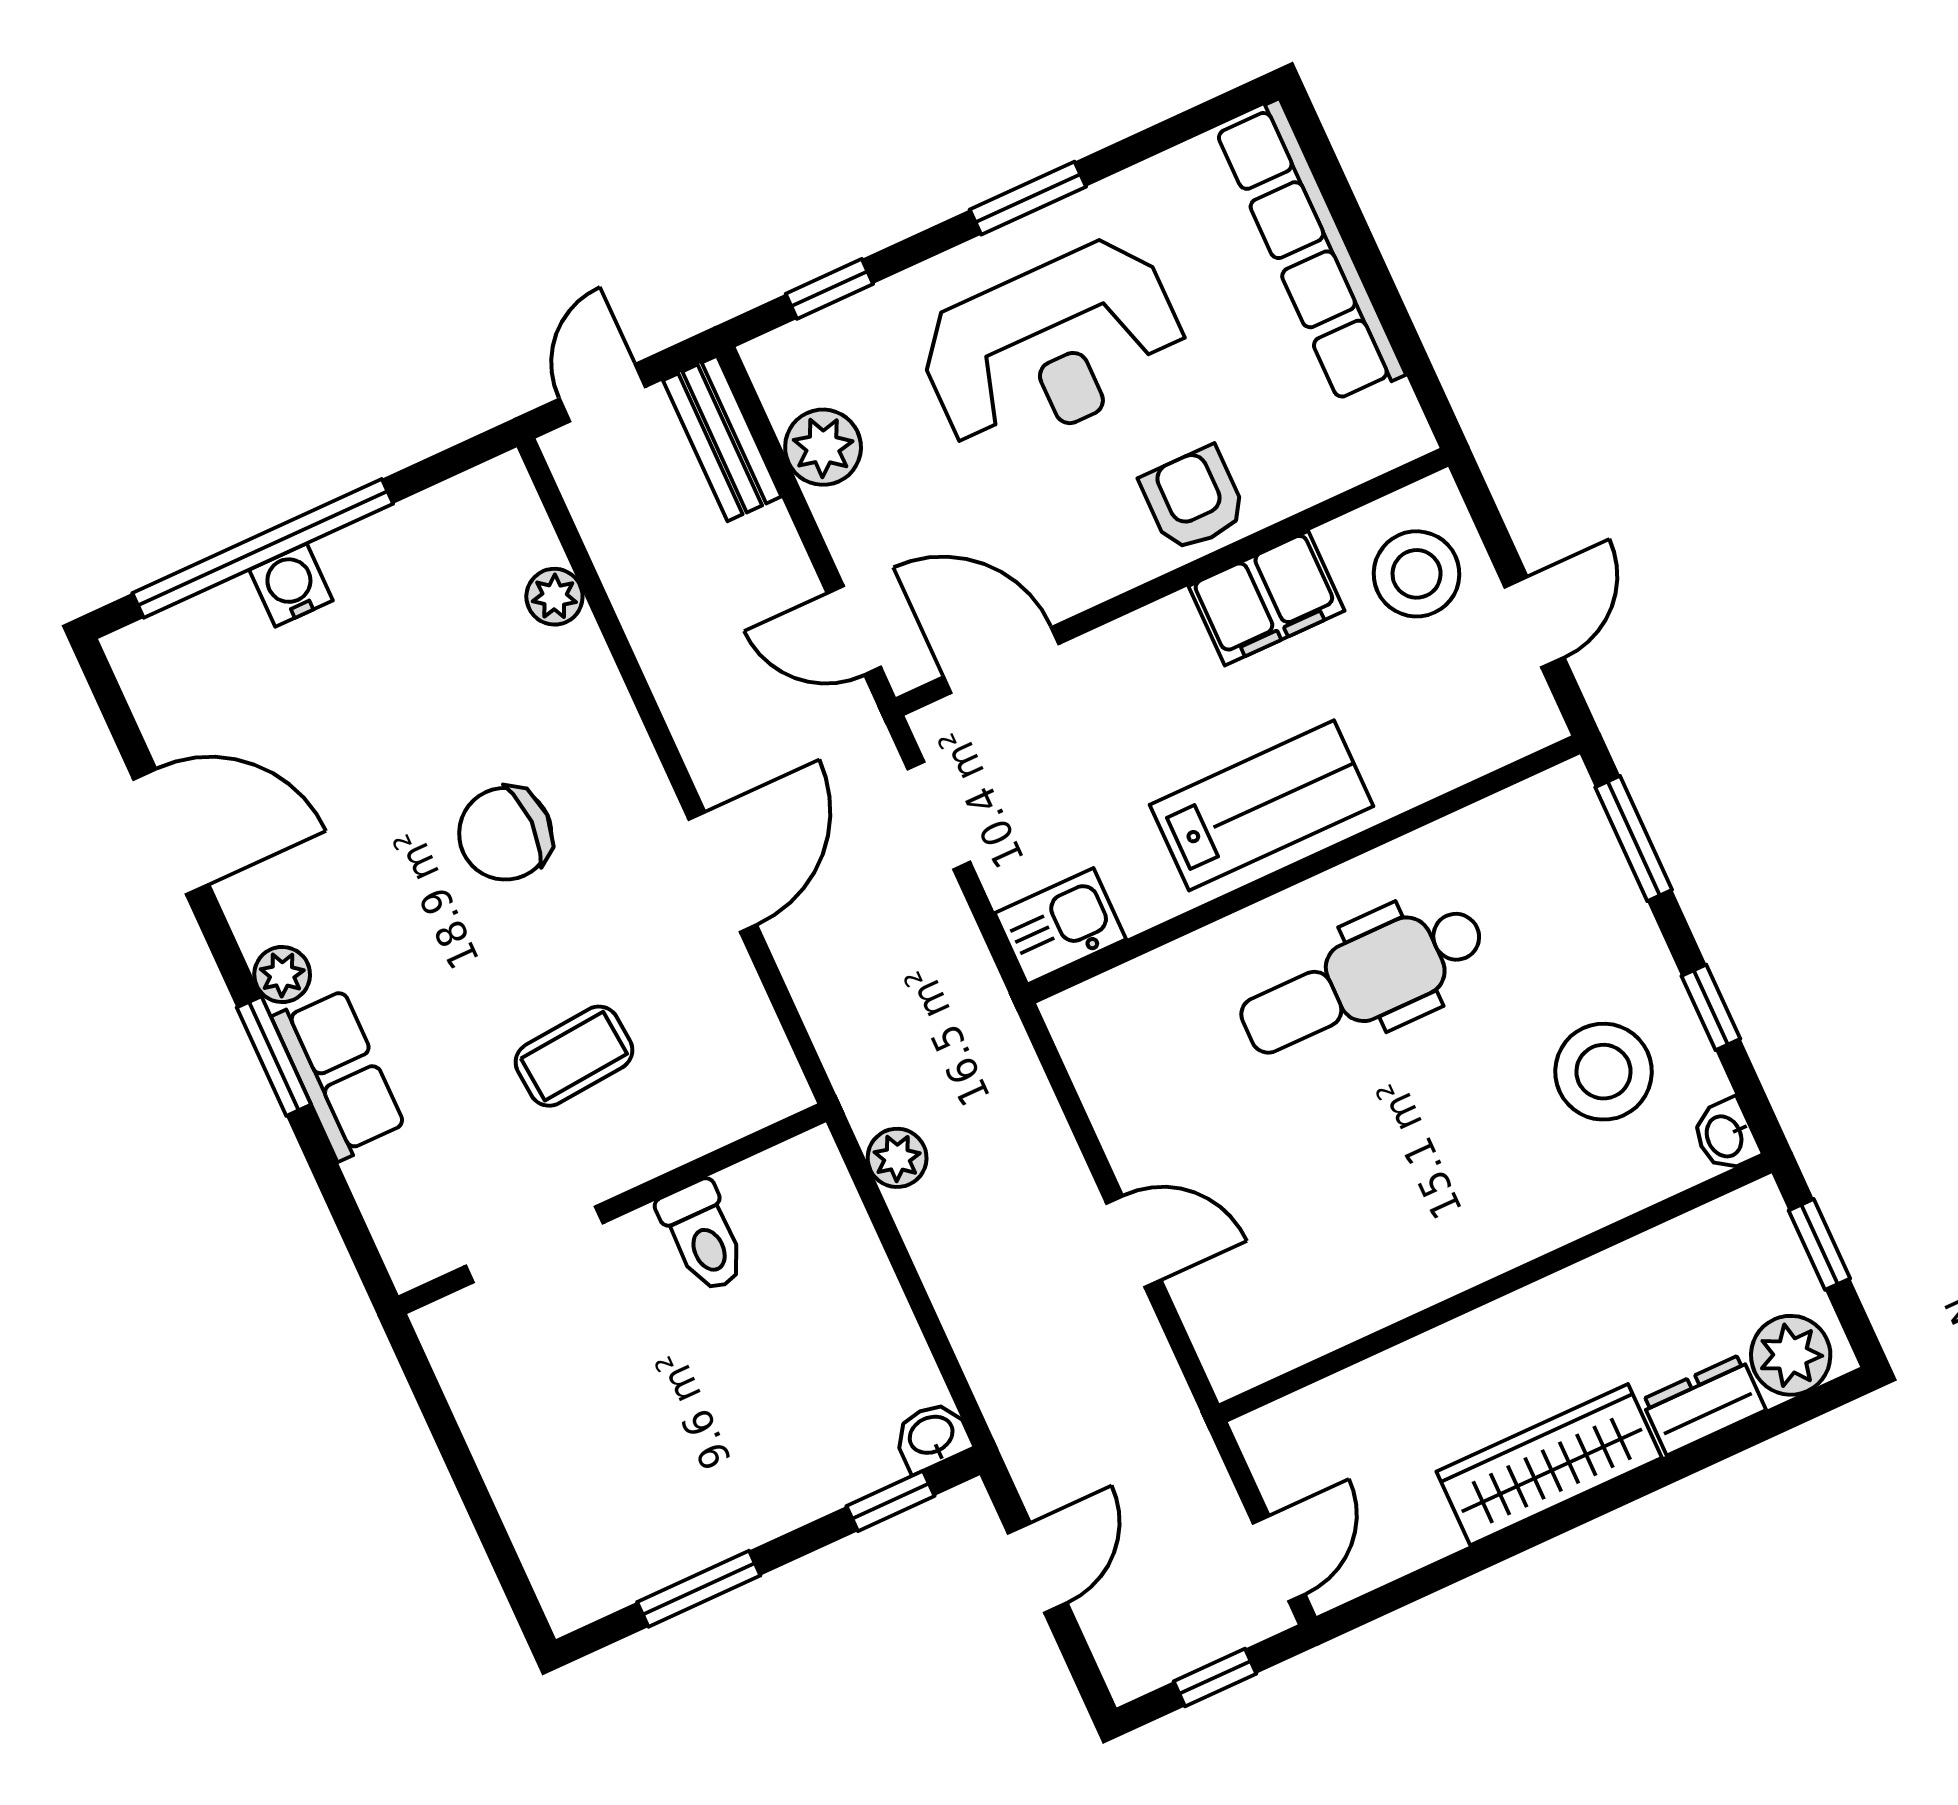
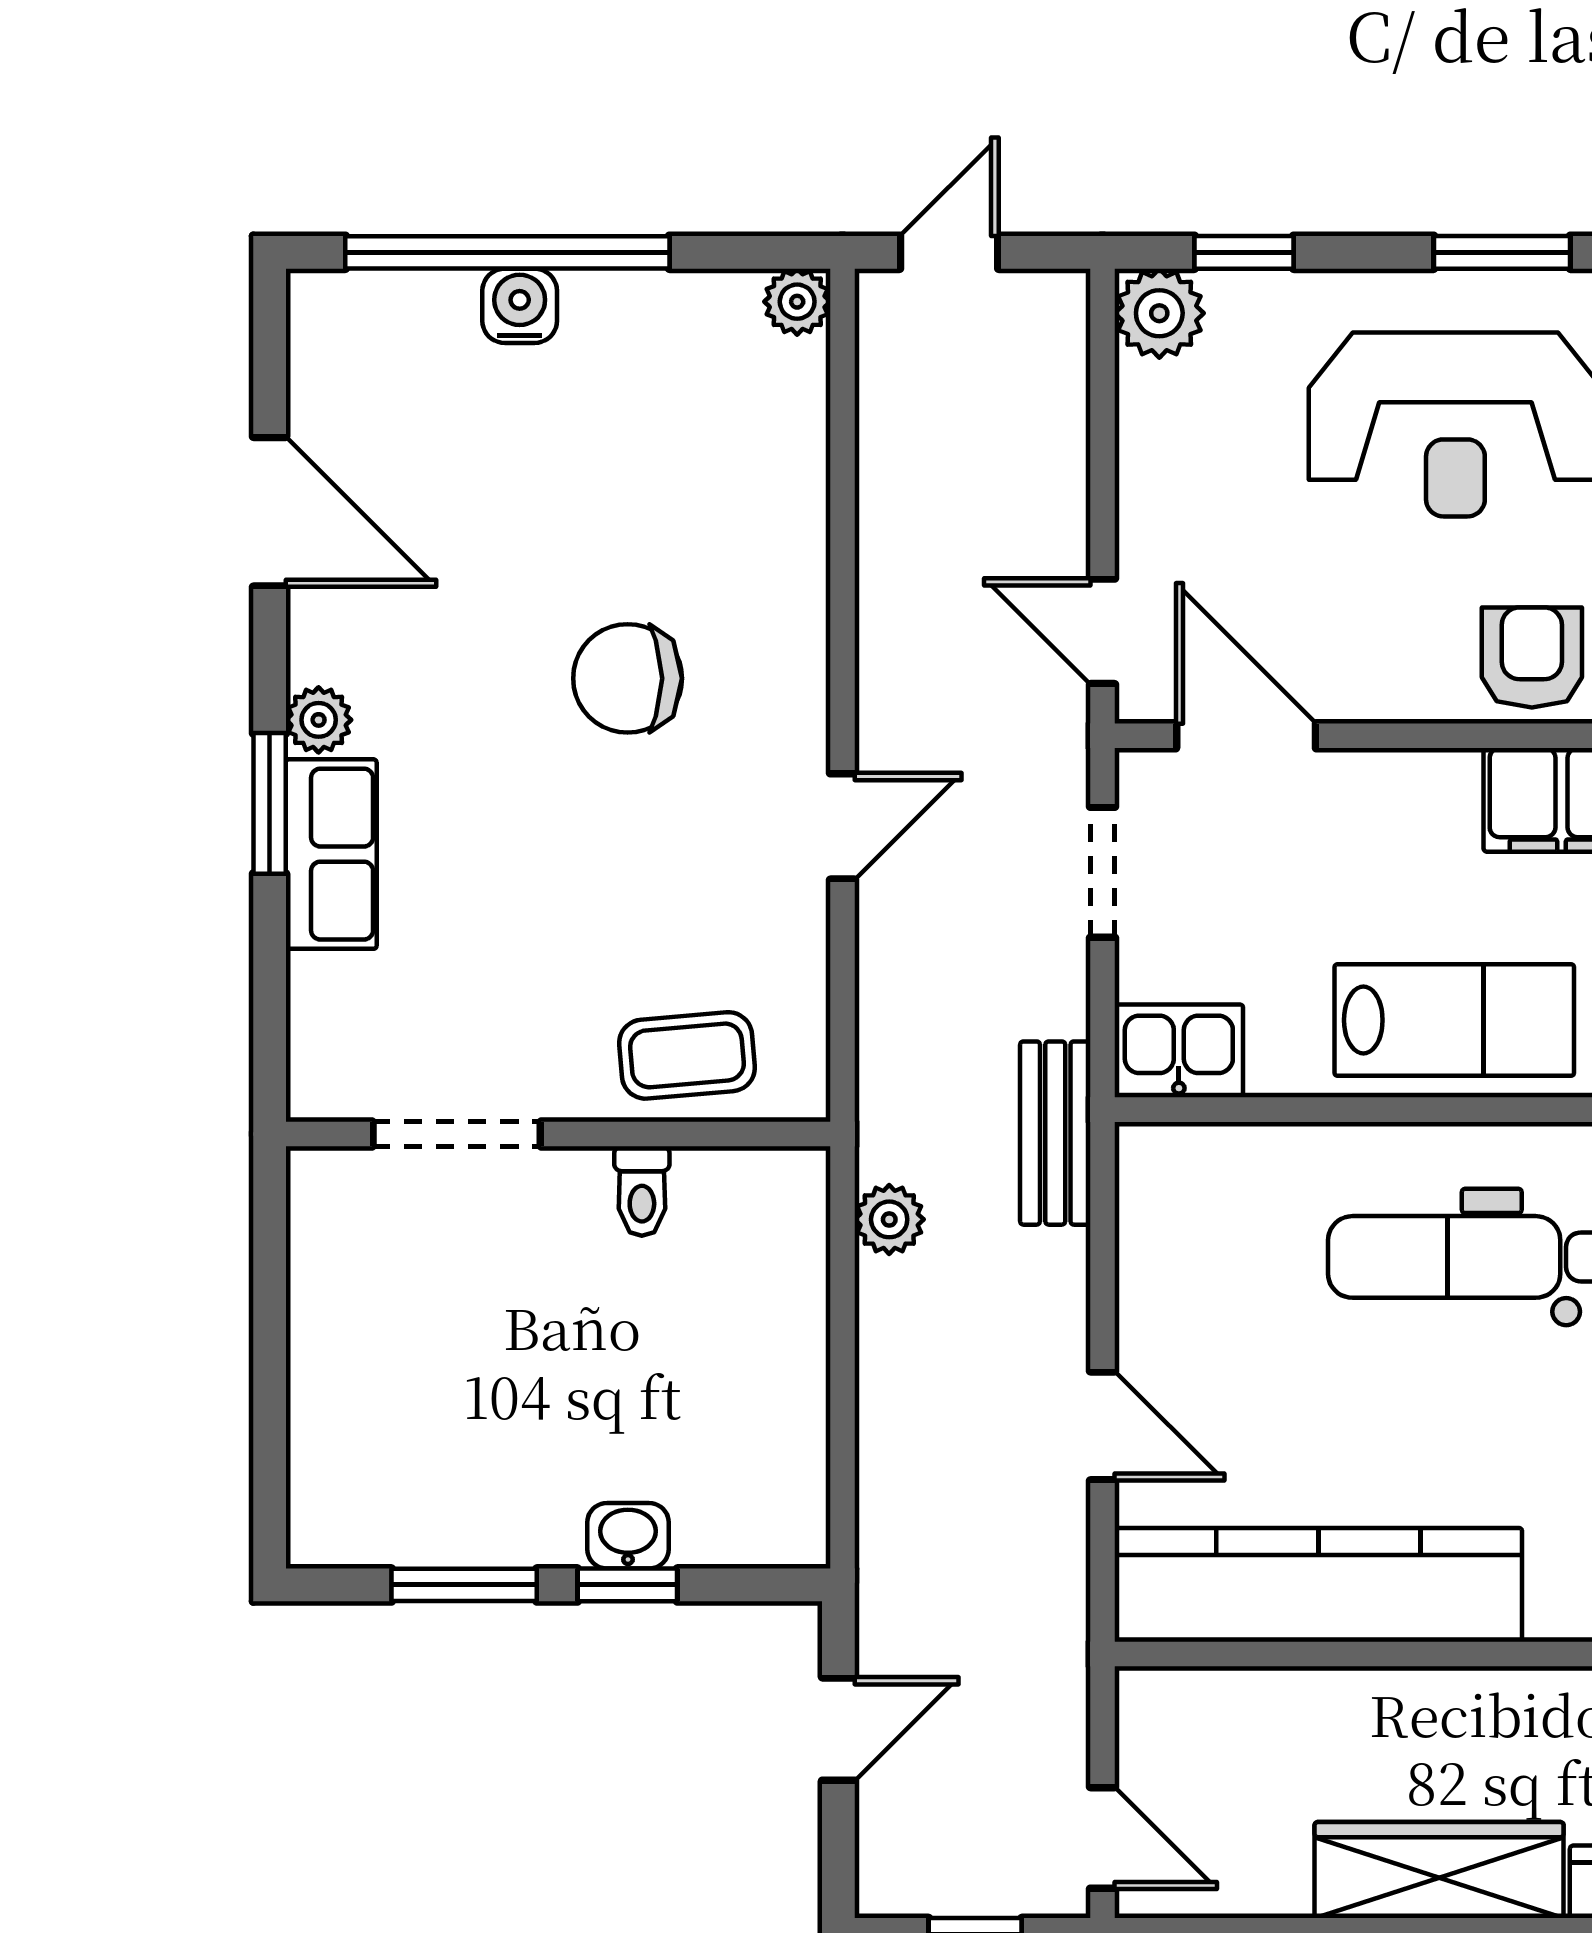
bench: (722, 438) -> (1055, 1133), moved
plant: (823, 447) -> (1159, 313), moved
plant: (554, 597) -> (797, 302), moved
door: (723, 872) -> (842, 826), width x0.73
coffee table: (574, 1056) -> (687, 1055), moved
toilet: (703, 1236) -> (642, 1191), width x0.73, depth x0.72
kitchen counter: (1356, 1288) -> (1318, 1585), added
washbasin: (932, 1436) -> (628, 1536), moved
window: (890, 1501) -> (627, 1585), moved
door: (1279, 1559) -> (1102, 1838), hinge flipped

